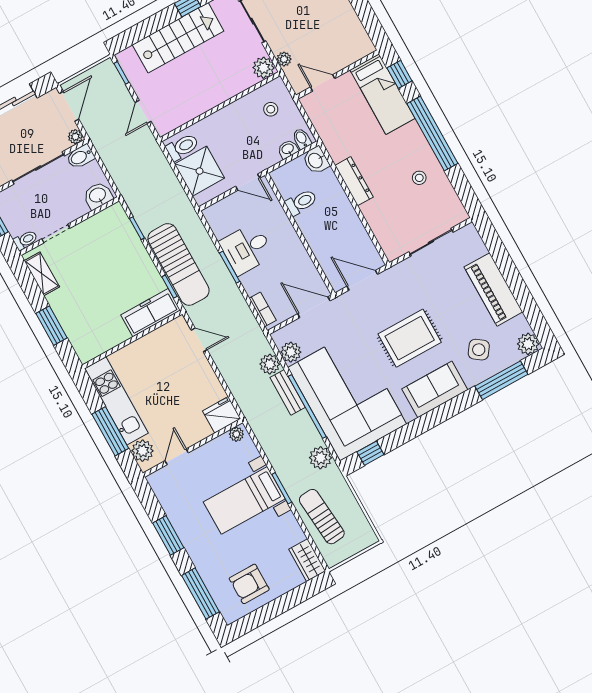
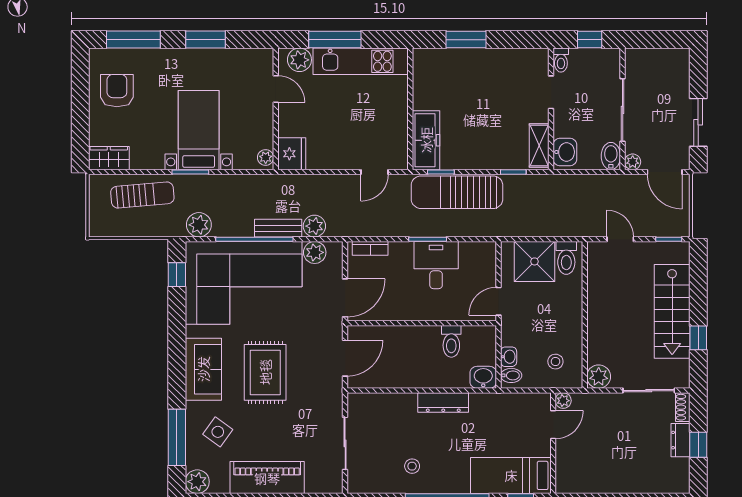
plant: (284, 59) -> (563, 401), moved
shelving: (42, 274) -> (539, 145), moved, turned 90

